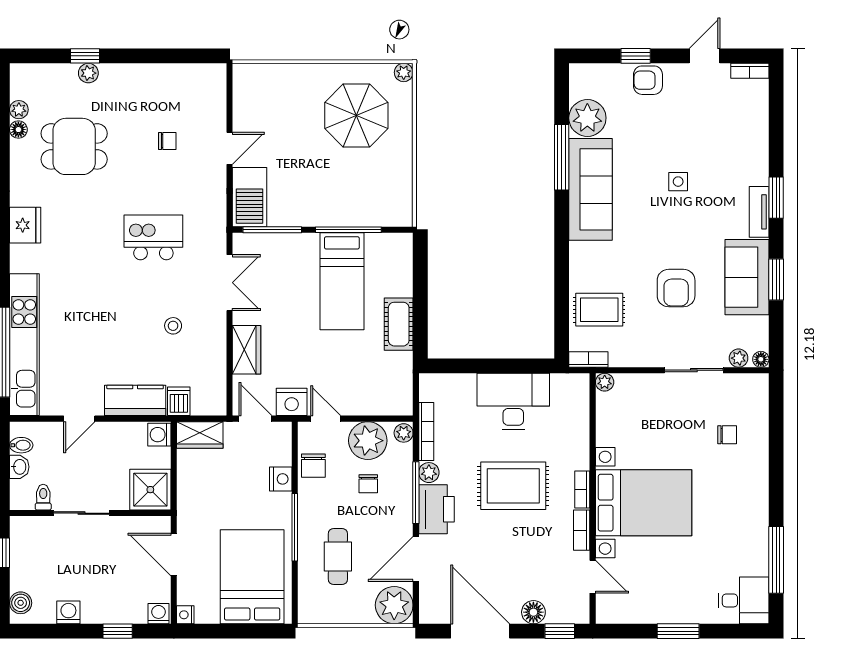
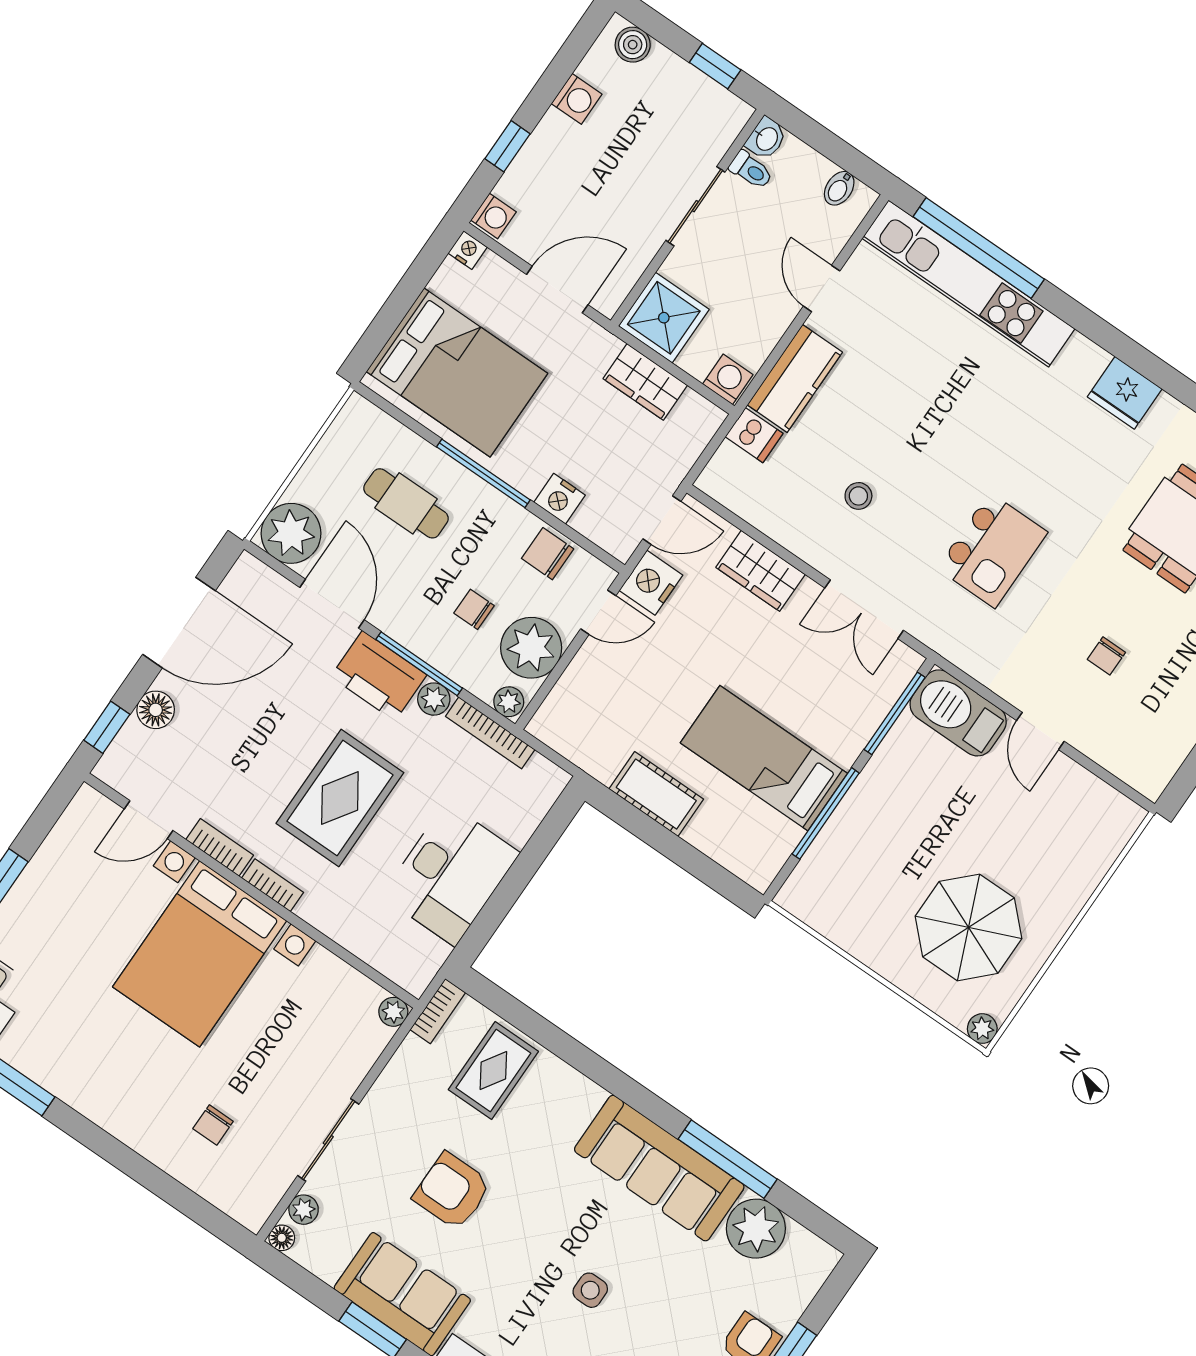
wardrobe: (200, 435) -> (645, 382), moved, turned -90
washbasin: (19, 467) -> (766, 138), moved, turned -90

